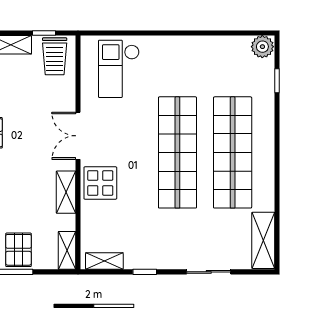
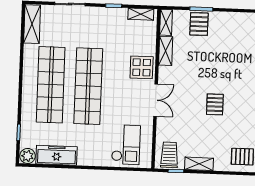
freezer: (220, 49) -> (57, 155), added
shelving: (66, 192) -> (166, 51), moved

